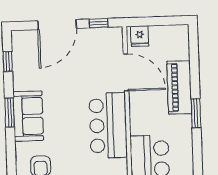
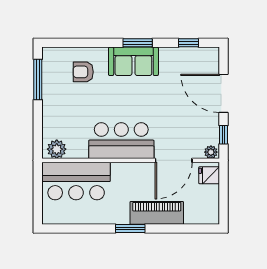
plant: (117, 35) -> (211, 152), added

